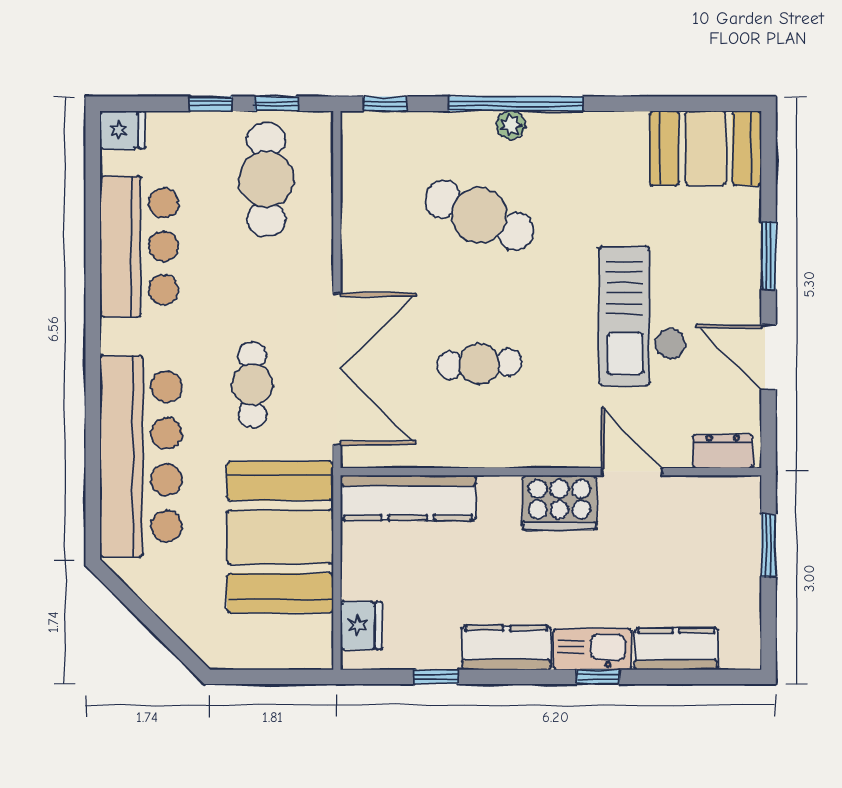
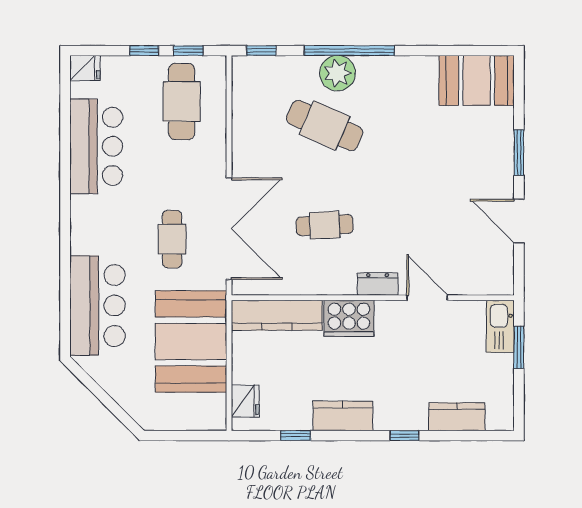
plant: (511, 125) -> (337, 73), width x1.87, depth x1.87
checkout: (642, 316) -> (434, 193), removed
dresser: (723, 451) -> (378, 284), moved
bar counter: (141, 456) -> (97, 306), width x0.73
cooker: (560, 502) -> (349, 318), moved
kitchen sink: (592, 649) -> (500, 326), moved, turned -90

